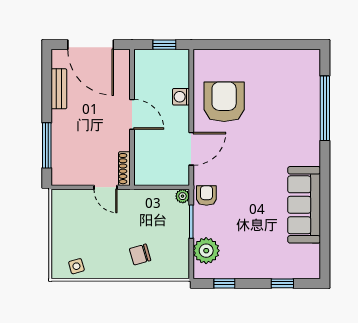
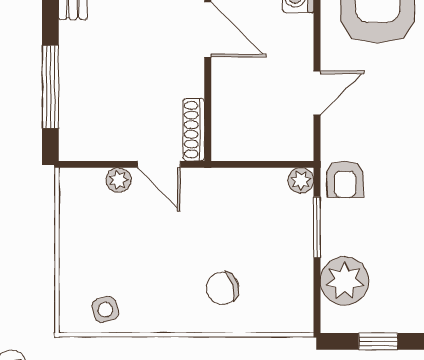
door: (191, 149) -> (317, 93), width x0.73
armchair: (206, 195) -> (345, 179), turned 180
plant: (84, 196) -> (119, 180), added

